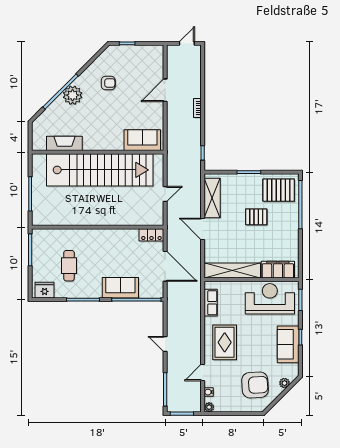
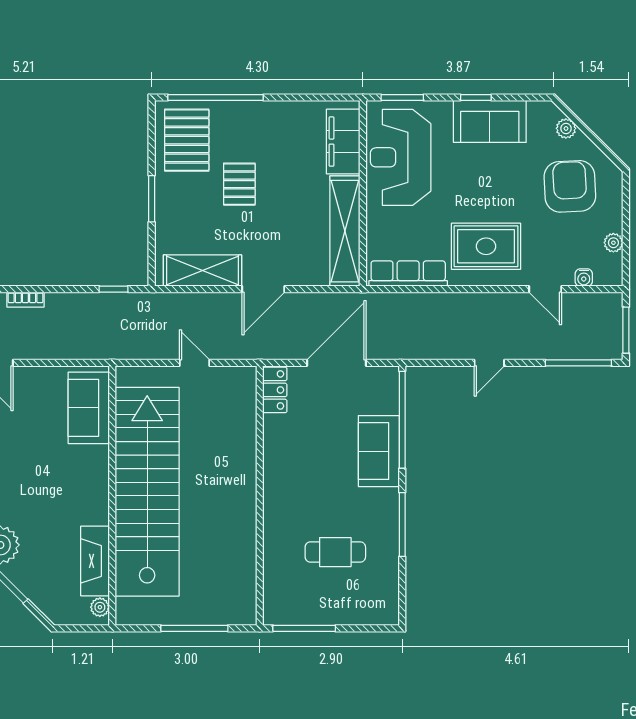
plant: (41, 146) -> (100, 607), added
fridge: (45, 290) -> (383, 600), removed
row of seats: (211, 303) -> (408, 274), width x1.48
plant: (209, 407) -> (613, 243), moved

